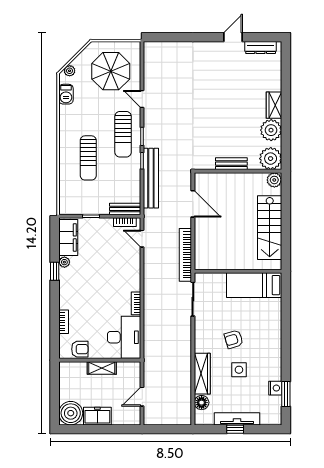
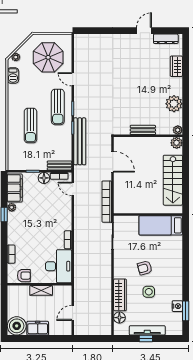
wardrobe: (274, 105) -> (176, 66), moved
plant: (271, 159) -> (178, 130), width x0.53, depth x0.53
floor lamp: (105, 225) -> (44, 178), added

